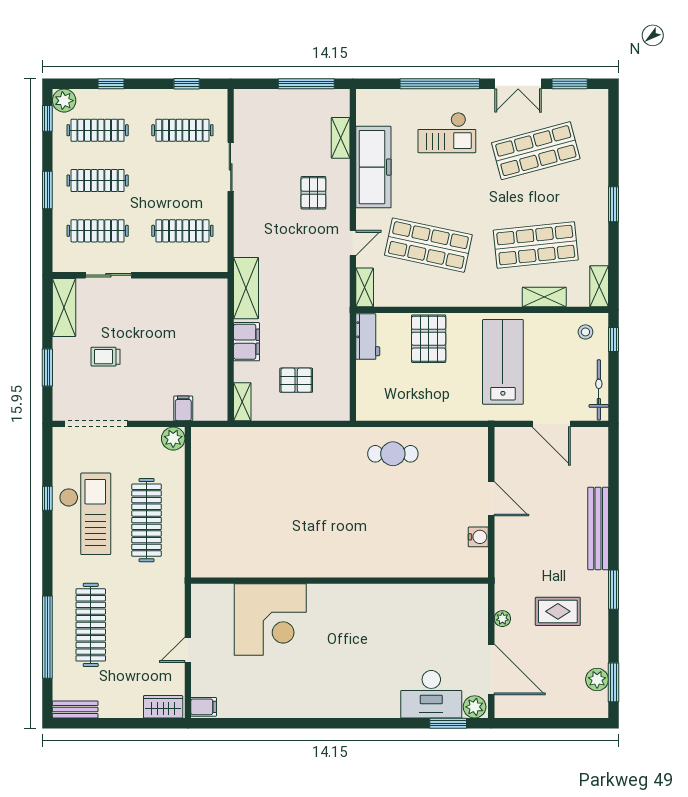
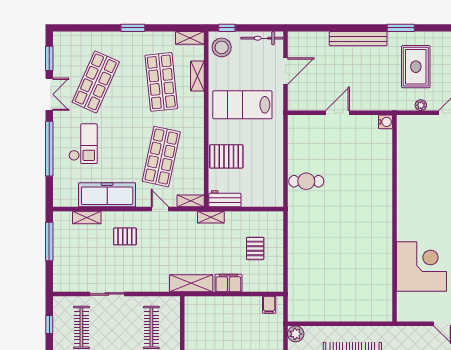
shop shelf: (536, 151) -> (96, 82), turned 39
stool: (585, 332) -> (222, 47), width x1.89, depth x1.89
shelving: (242, 402) -> (211, 217), moved
filing cabinet: (183, 408) -> (269, 305), moved, turned -90
cafe table: (393, 454) -> (306, 181), turned 90
water cooler: (478, 537) -> (385, 122), moved, turned 90
rug: (558, 611) -> (416, 67), width x1.36, depth x1.43

